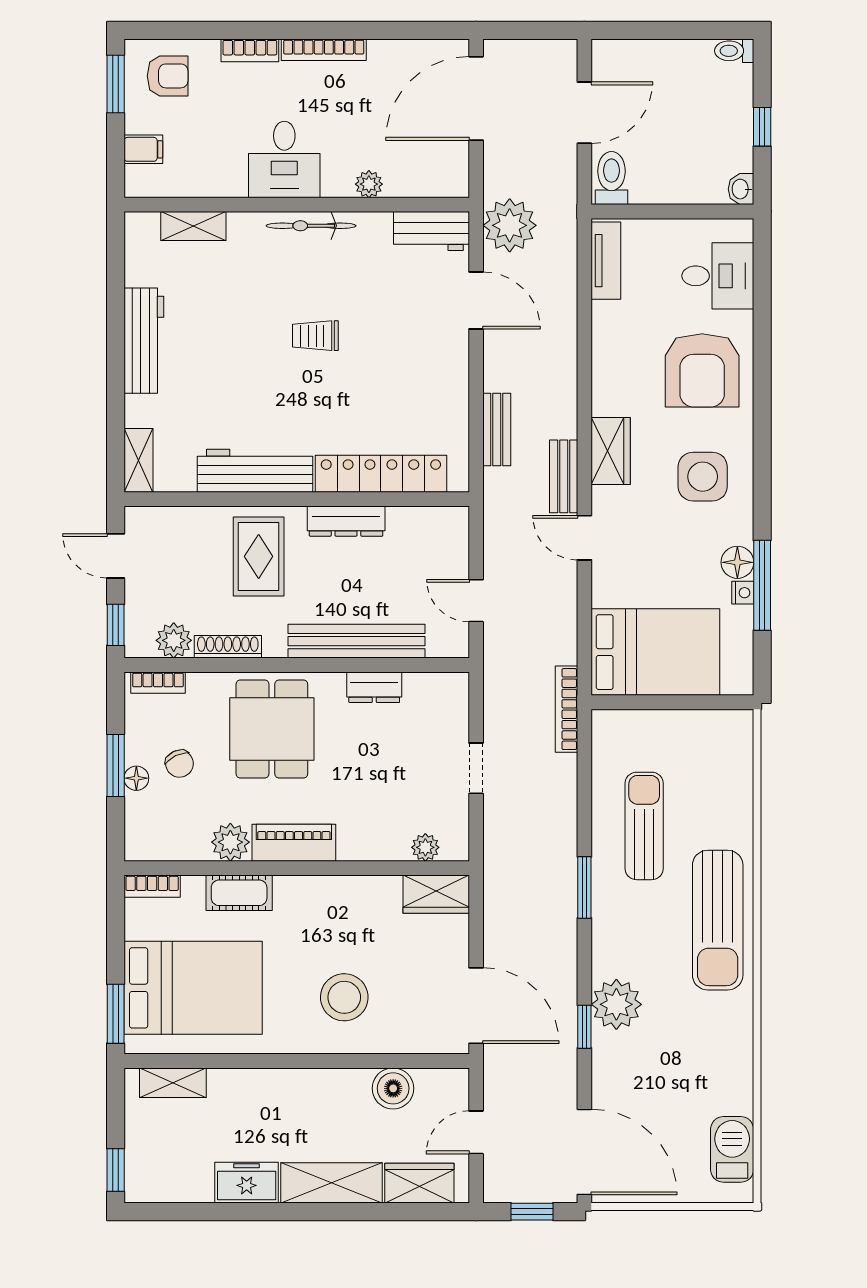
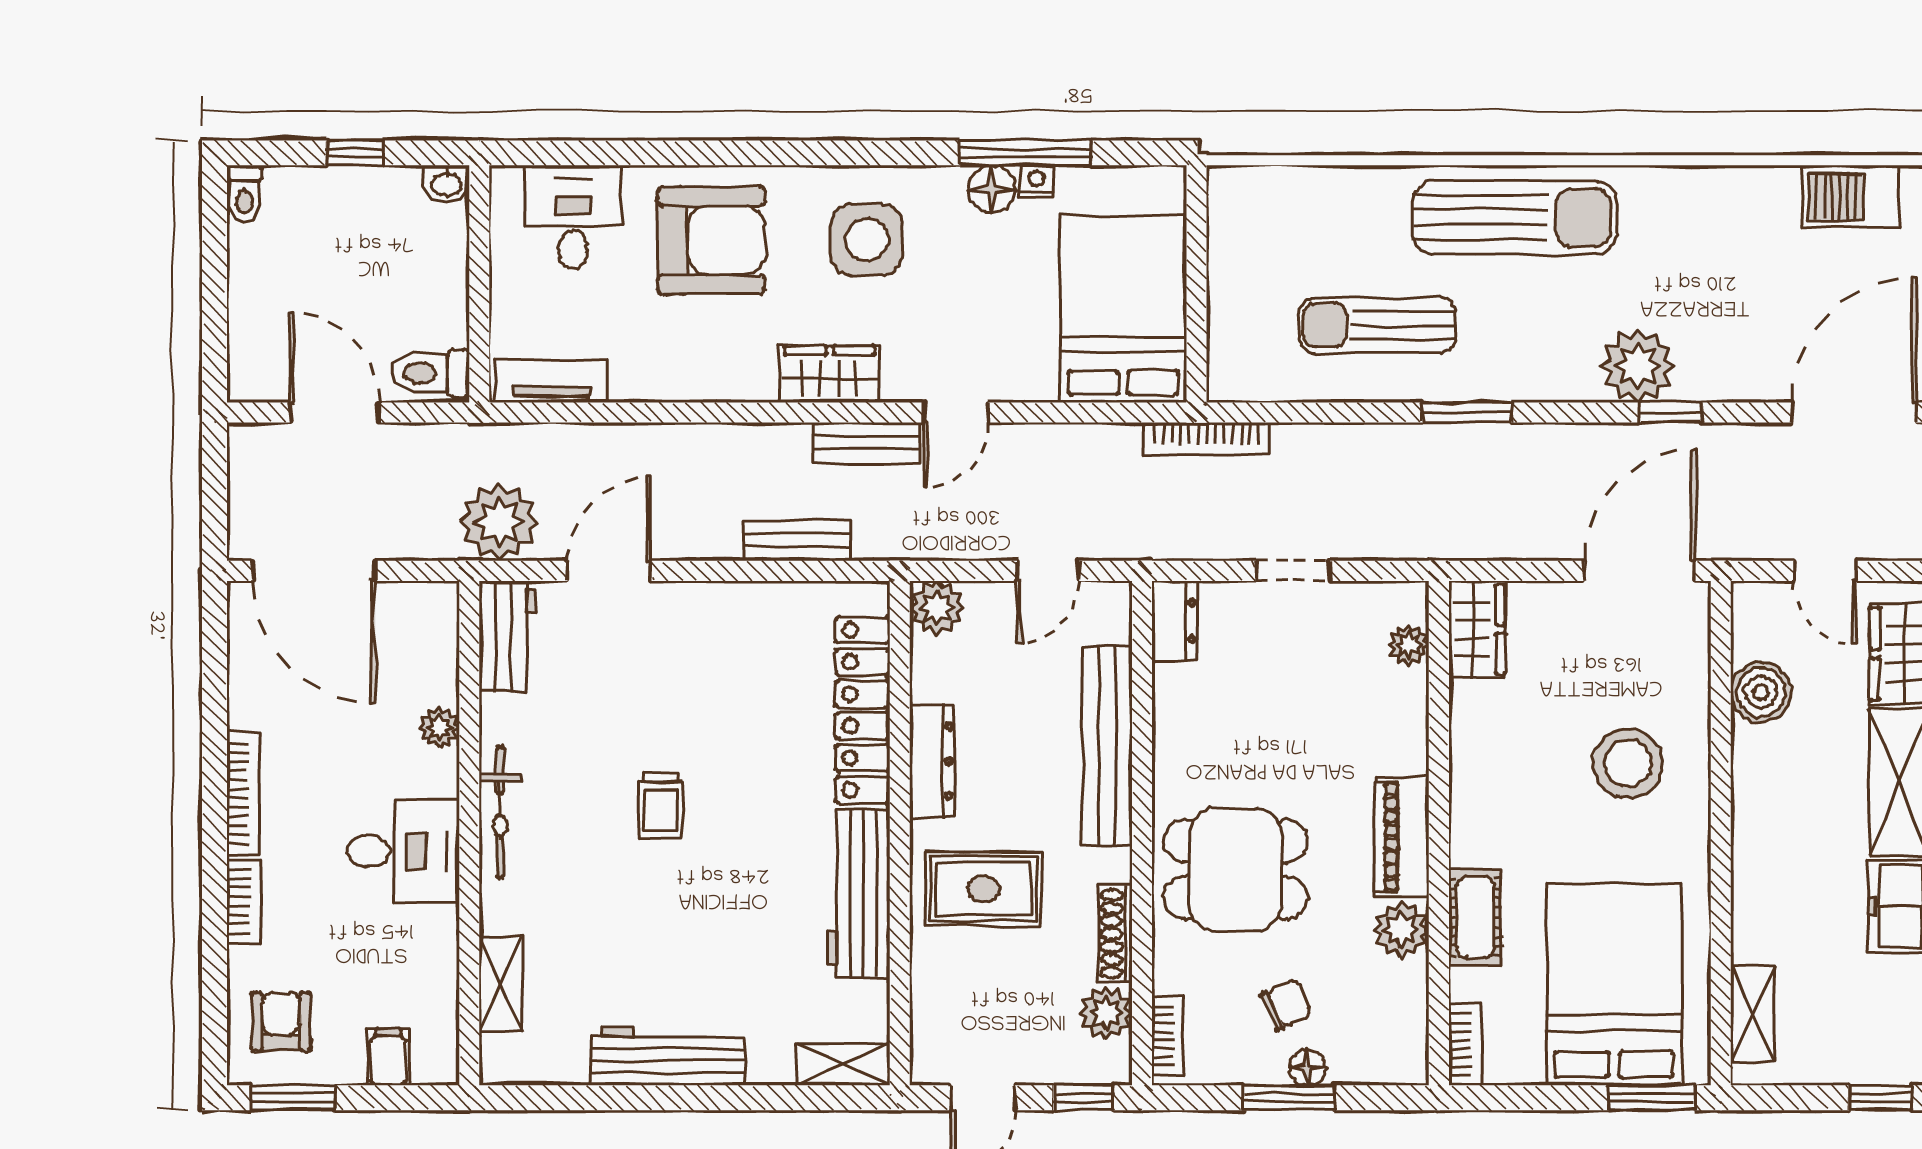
plant: (451, 525) -> (937, 608), added
dresser: (374, 687) -> (1175, 621), moved

